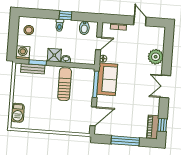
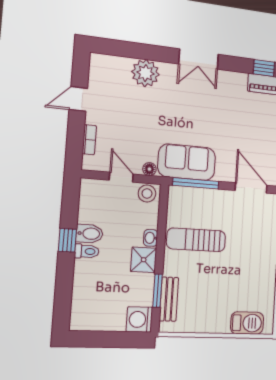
bidet: (84, 28) -> (89, 234), moved
stool: (29, 30) -> (147, 193), moved

